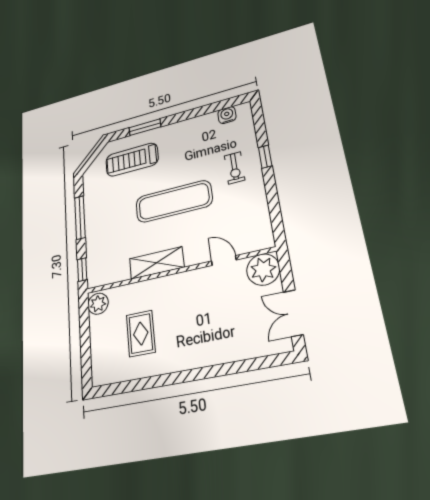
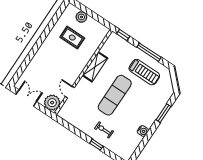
water cooler: (227, 115) -> (143, 131), moved
treadmill: (132, 160) -> (144, 72), moved, turned 90
door: (224, 261) -> (70, 92), swing flipped
plant: (98, 304) -> (81, 17), moved

